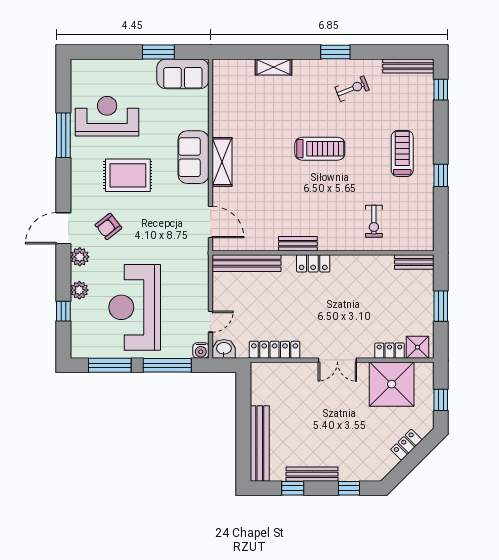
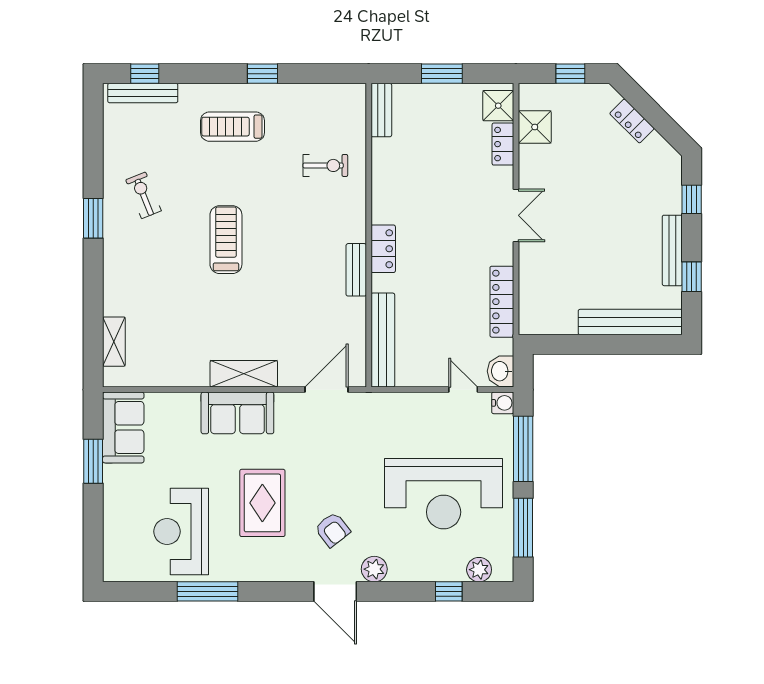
bench: (408, 66) -> (143, 93), moved, turned 90
shelving: (273, 67) -> (114, 342), moved
plant: (79, 290) -> (479, 570), moved
shower: (392, 384) -> (535, 127), width x0.54, depth x0.54

